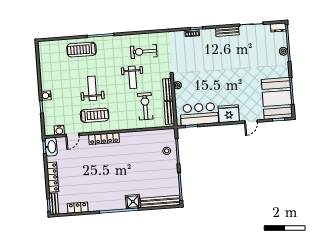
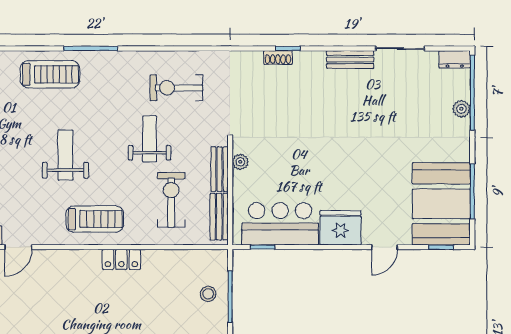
treadmill: (82, 50) -> (50, 74), turned 180
weight bench: (132, 77) -> (150, 139), turned 180
treadmill: (95, 115) -> (95, 219), moved
locker: (104, 139) -> (121, 259), moved, width x0.66

